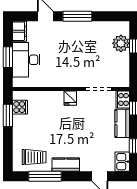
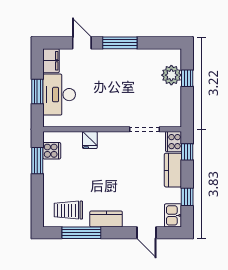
fridge: (70, 98) -> (90, 140), moved
trolley: (34, 157) -> (68, 210), turned 180

